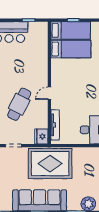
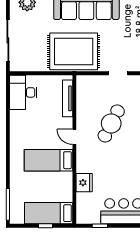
bed: (71, 49) -> (48, 160), moved
door: (49, 93) -> (74, 137), swing flipped
fridge: (41, 137) -> (84, 183), moved

